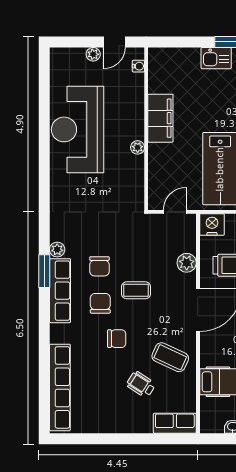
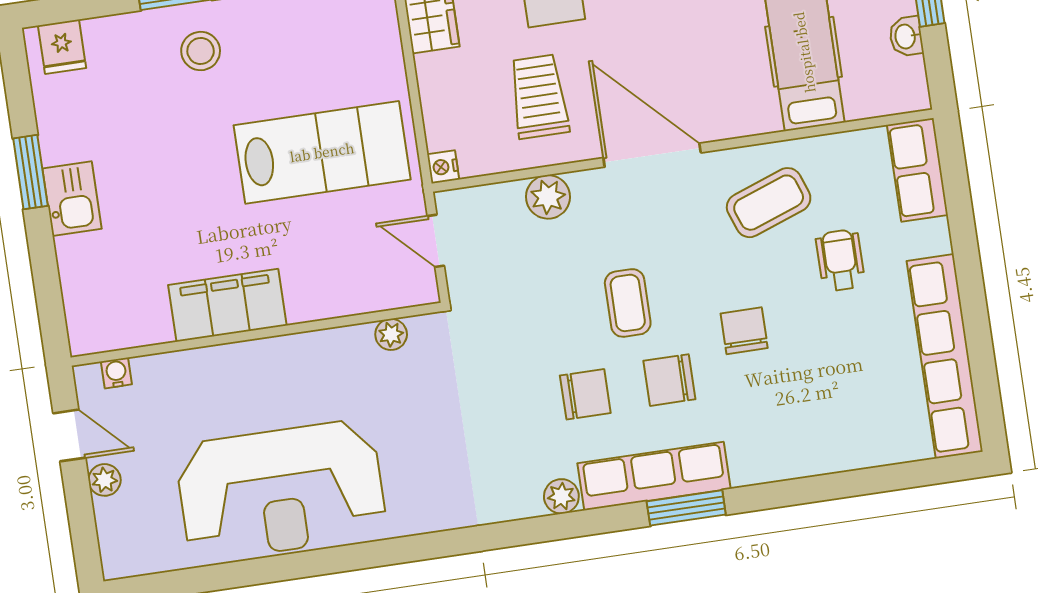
plant: (138, 147) -> (391, 334), moved
nightstand: (212, 225) -> (443, 167), width x0.53, depth x0.56
window: (44, 271) -> (686, 508), moved
coffee table: (170, 357) -> (769, 203), turned 45
wheelchair: (141, 384) -> (840, 260), turned 147
row of seats: (60, 387) -> (945, 356), moved, turned -90

